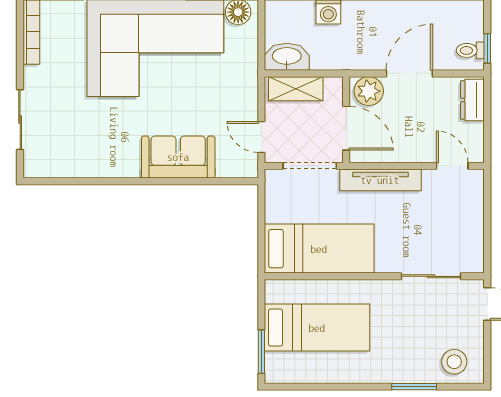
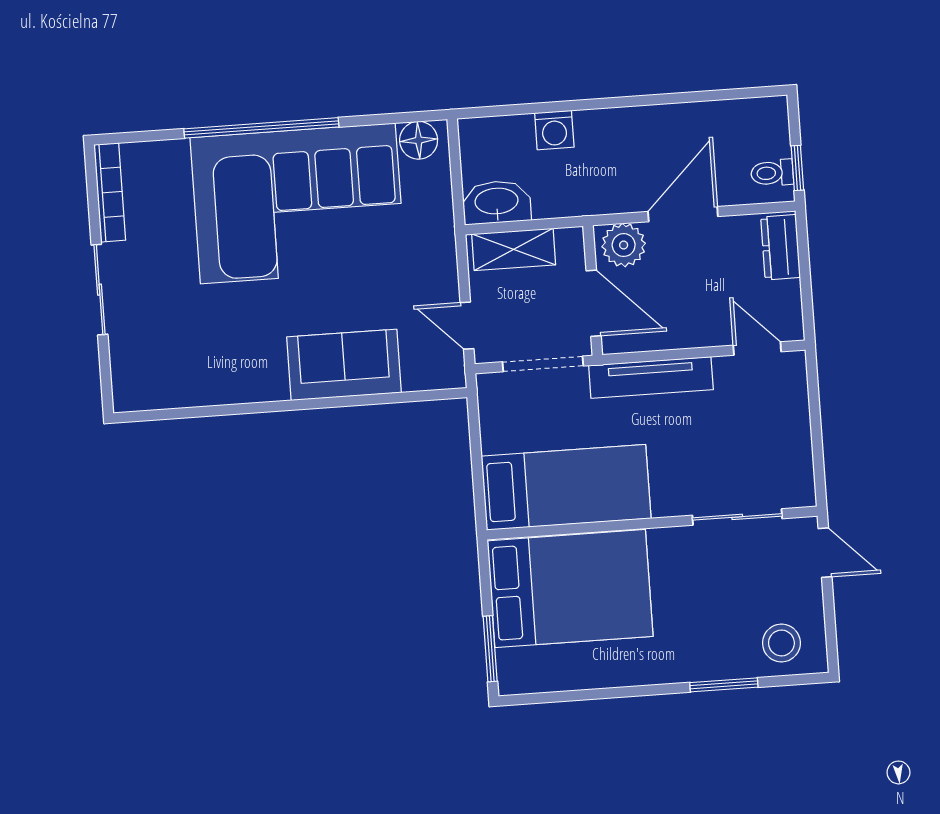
sliding door: (20, 120) -> (100, 290), moved
bed: (317, 328) -> (570, 589), width x1.50

